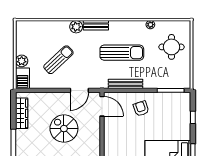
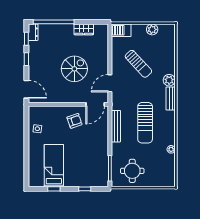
round table: (171, 47) -> (132, 171), moved
plant: (22, 61) -> (152, 29), moved
door: (79, 90) -> (110, 83), hinge flipped
armchair: (141, 108) -> (75, 121), moved
wardrobe: (22, 113) -> (84, 29), width x0.67

